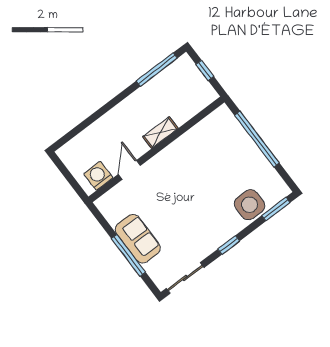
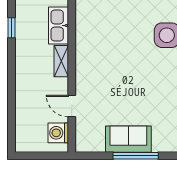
window: (157, 70) -> (12, 28), width x0.46
kitchen sink: (189, 108) -> (59, 25), added

